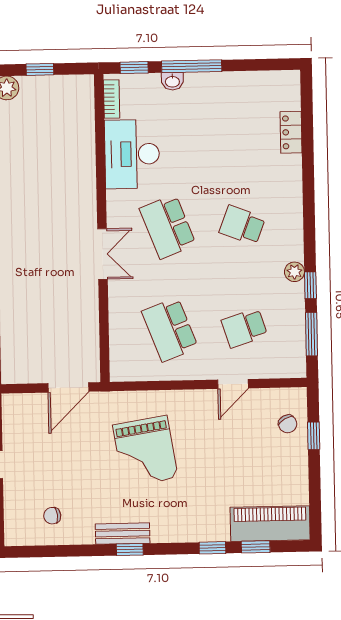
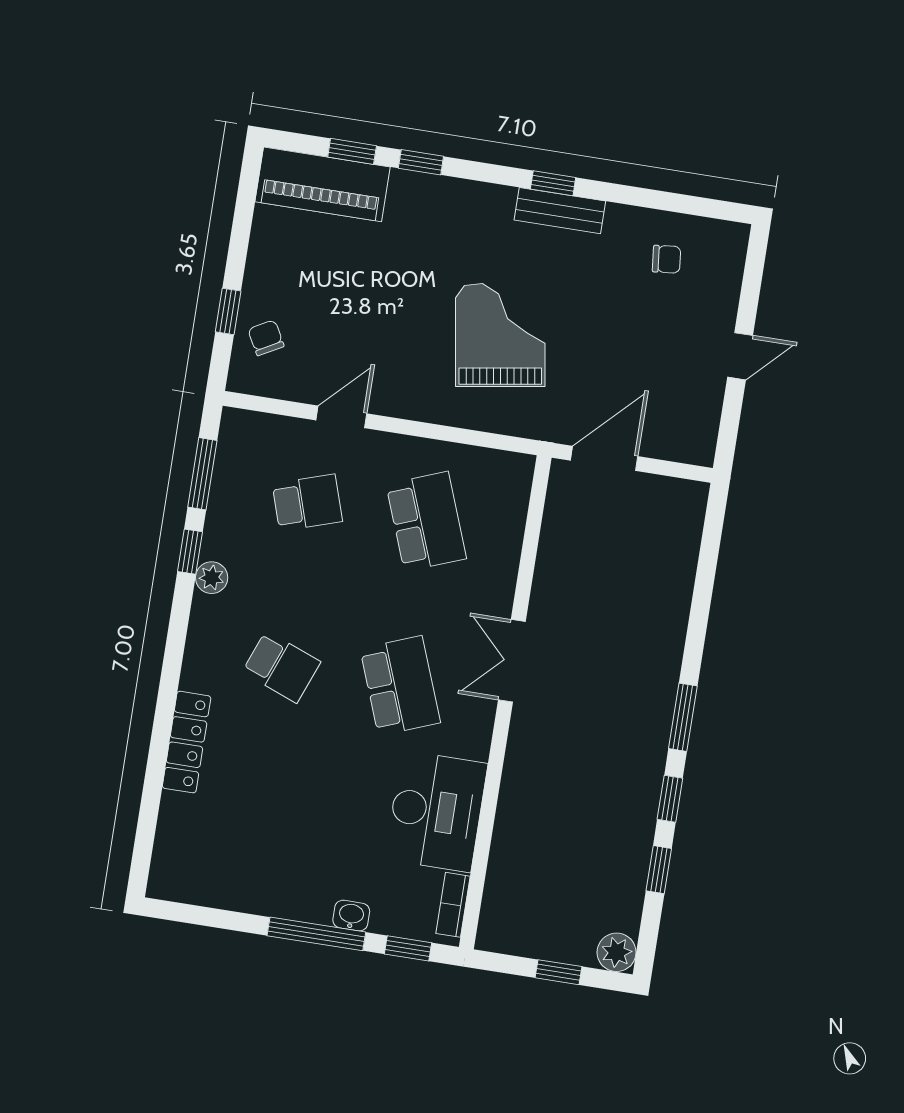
locker: (291, 132) -> (187, 742), moved, width x1.53

